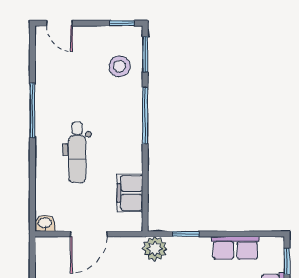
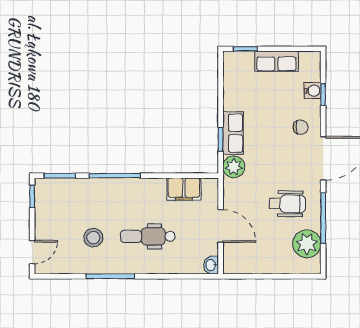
stool: (120, 66) -> (93, 238), moved
dental chair: (77, 153) -> (148, 236), turned 180
row of seats: (235, 248) -> (233, 133), moved

